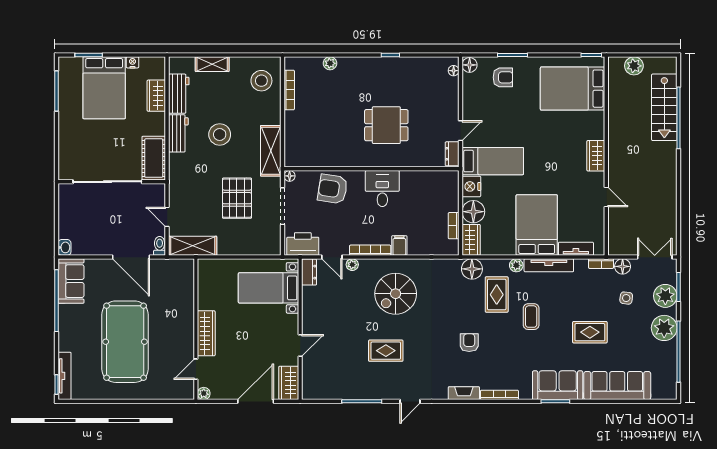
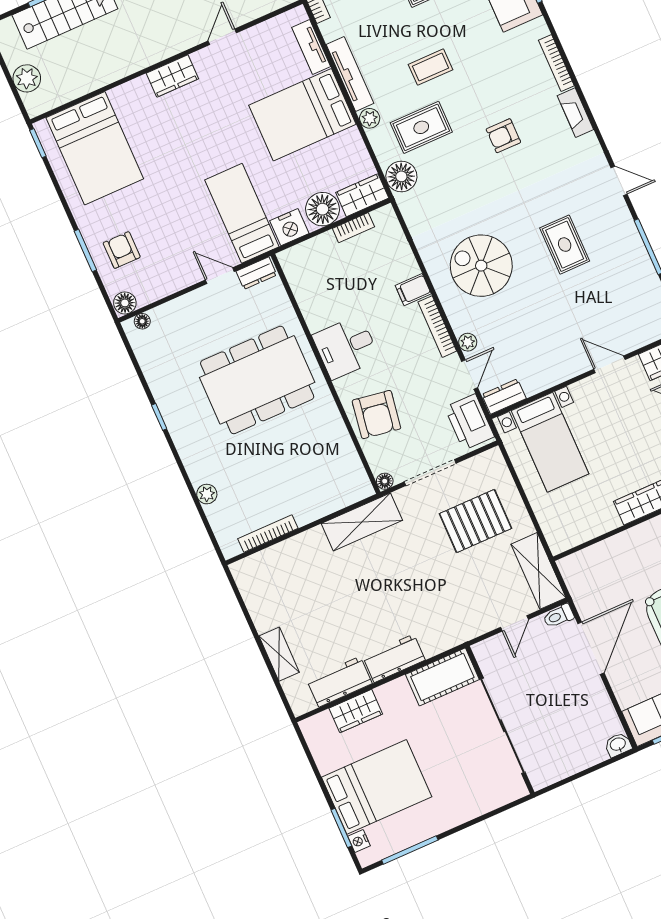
nightstand: (132, 62) -> (359, 841), moved
stool: (261, 81) -> (272, 577), removed
dining table: (386, 125) -> (257, 380), width x1.88, depth x1.24
stool: (220, 134) -> (370, 601), removed
pallet: (237, 198) -> (476, 521), moved
spiral stairs: (396, 294) -> (481, 266), turned 180

